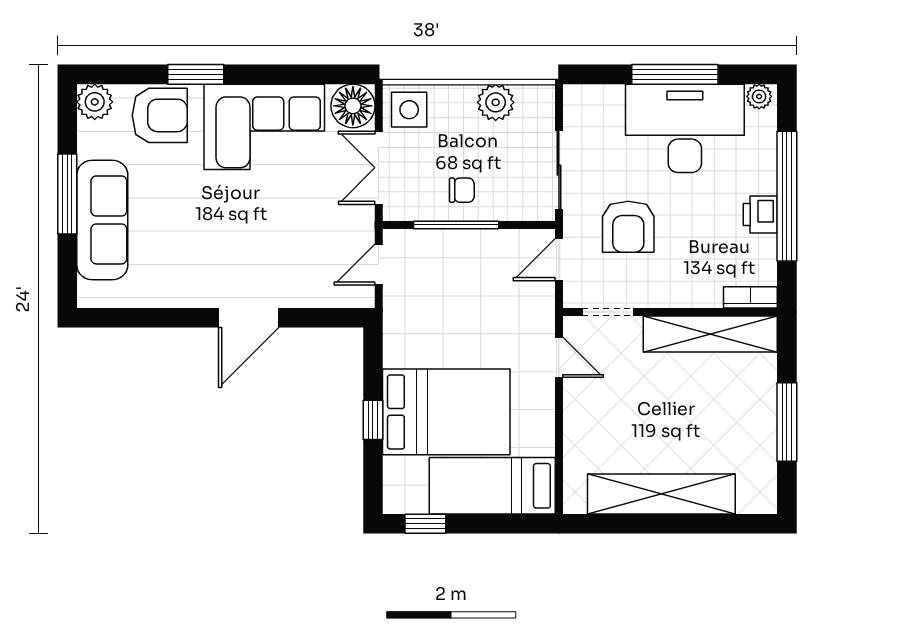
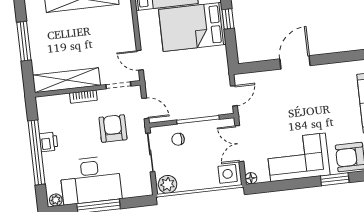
plant: (496, 102) -> (168, 184), moved
floor lamp: (353, 106) -> (251, 178), width x0.53, depth x0.53
double door: (379, 168) -> (239, 144), swing flipped
chair: (462, 190) -> (178, 139), moved
door: (559, 260) -> (145, 108), hinge flipped
bookcase: (750, 297) -> (83, 97), moved

